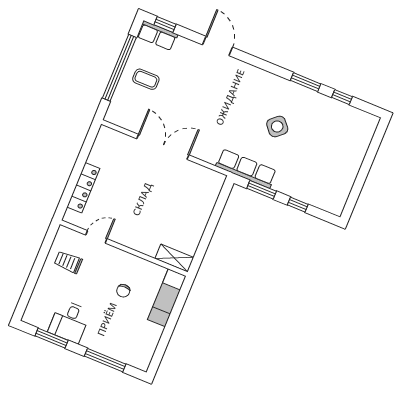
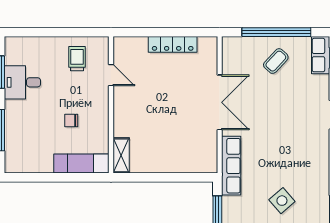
coffee table: (146, 79) -> (276, 61), turned 43
row of seats: (246, 169) -> (231, 166), moved
locker: (83, 188) -> (173, 44), moved

